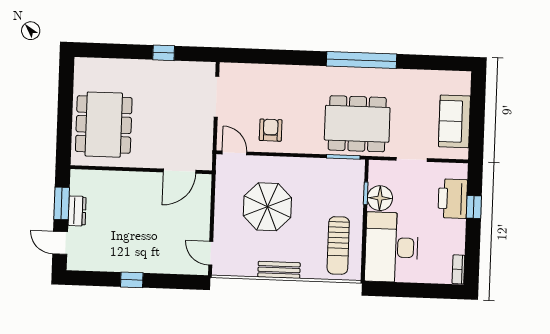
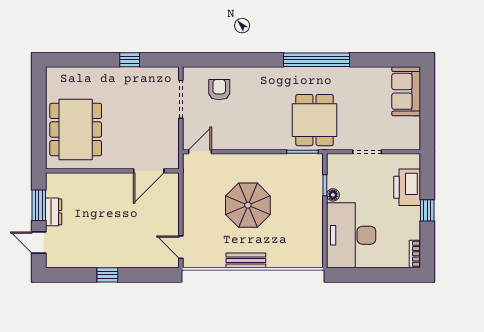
sofa: (455, 121) -> (406, 91), moved
dining table: (357, 124) -> (315, 120), width x0.73
armchair: (271, 130) -> (219, 90), moved
door: (234, 153) -> (200, 152), hinge flipped
floor lamp: (380, 198) -> (333, 195), width x0.53, depth x0.53
parasol: (267, 207) -> (248, 205), moved
window: (474, 207) -> (427, 210), moved
sun lounger: (338, 245) -> (301, 235), removed

